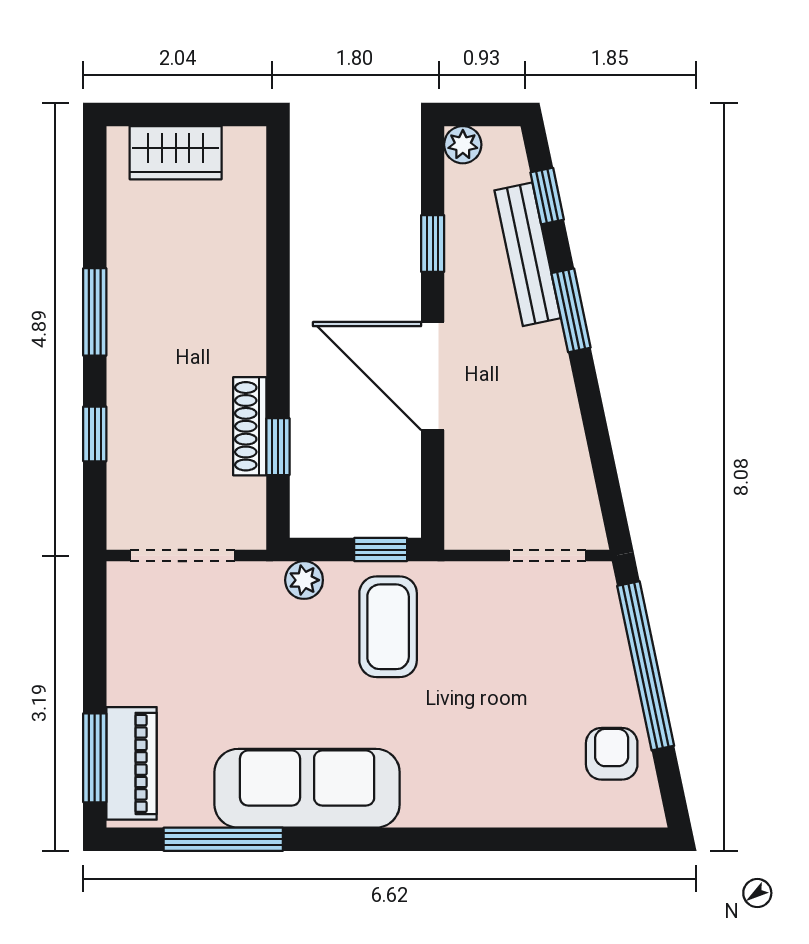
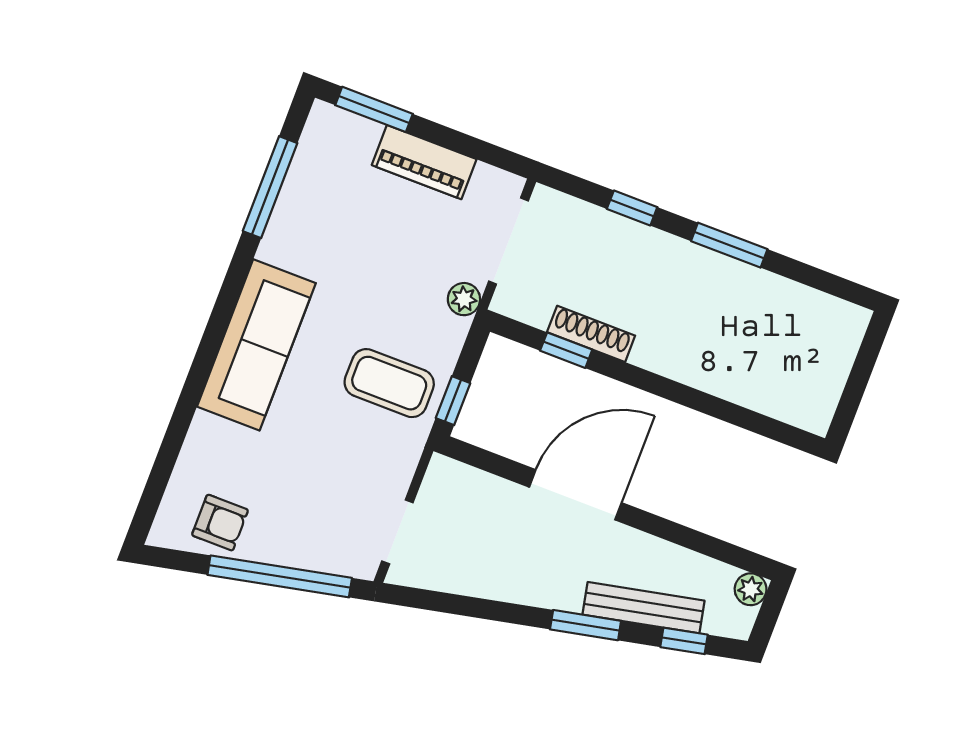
wardrobe: (176, 153) -> (832, 358), removed
window: (433, 243) -> (681, 535), removed
plant: (304, 580) -> (464, 299), moved
piano: (131, 763) -> (424, 162), moved
sofa: (307, 788) -> (256, 345), moved

